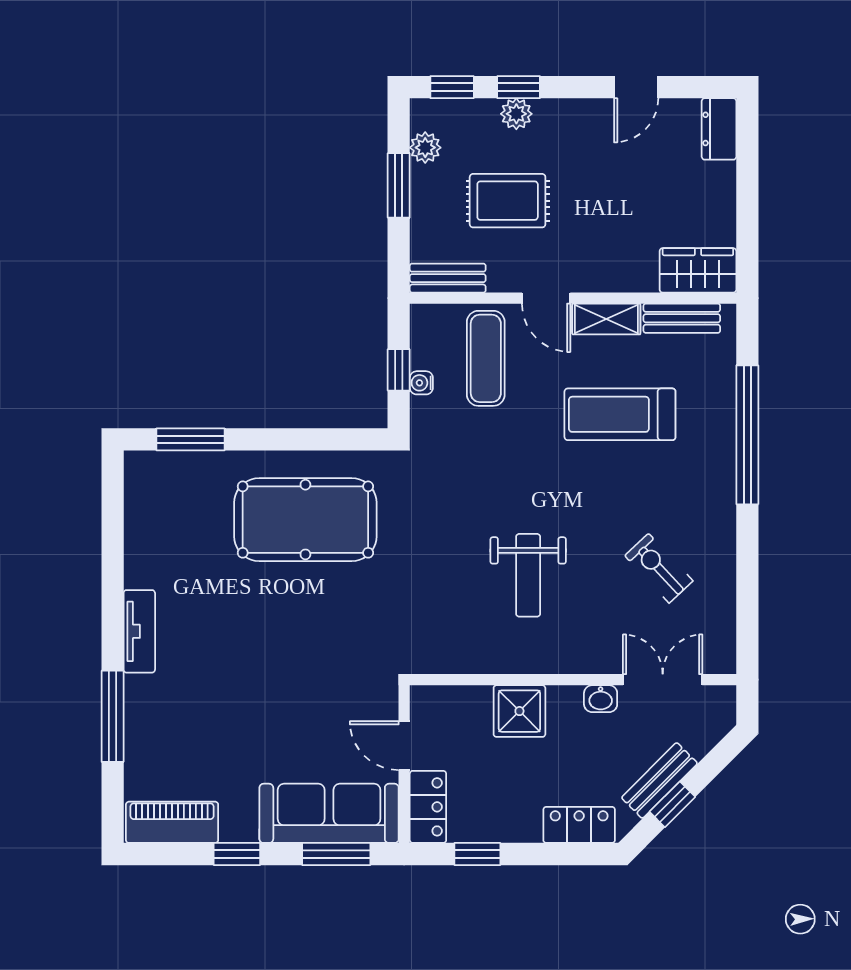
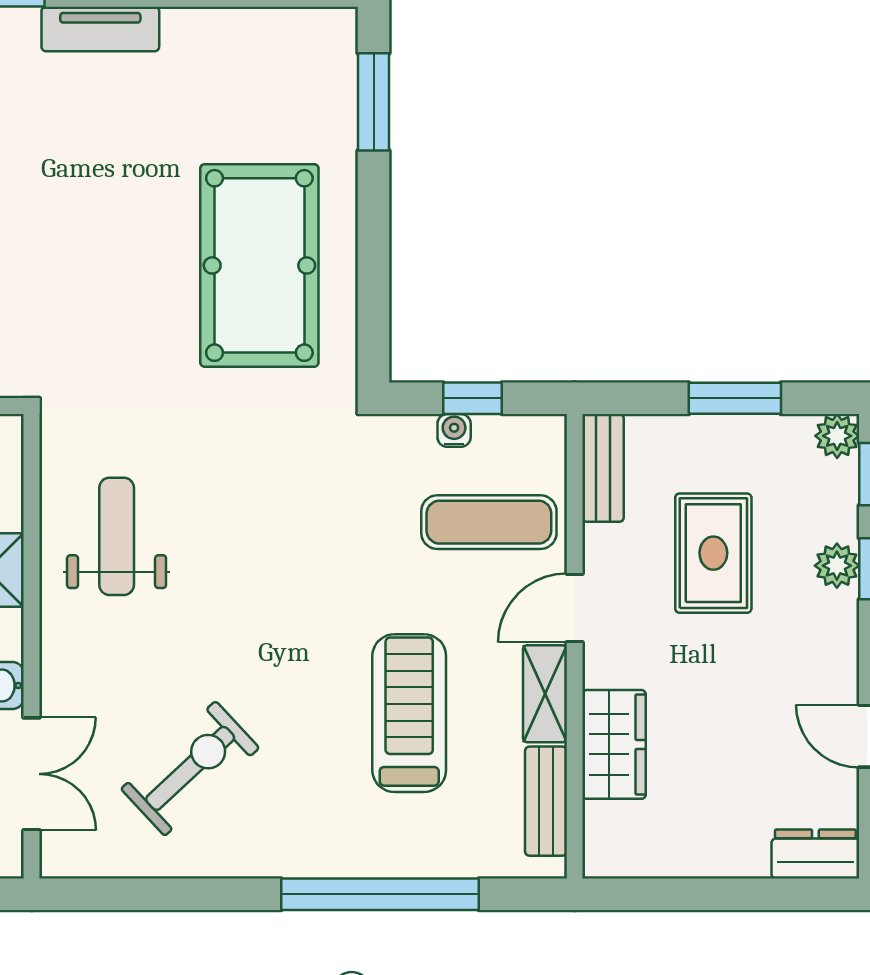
plant: (425, 148) -> (837, 436), moved
wardrobe: (698, 270) -> (614, 744), moved
exercise bike: (659, 568) -> (190, 768), width x1.38, depth x1.39
weight bench: (528, 575) -> (117, 536), moved, turned 90

